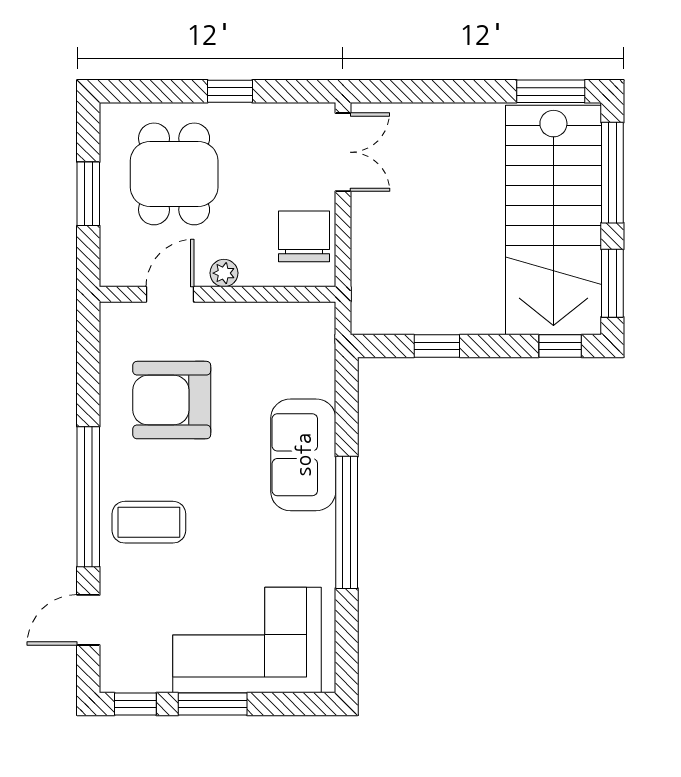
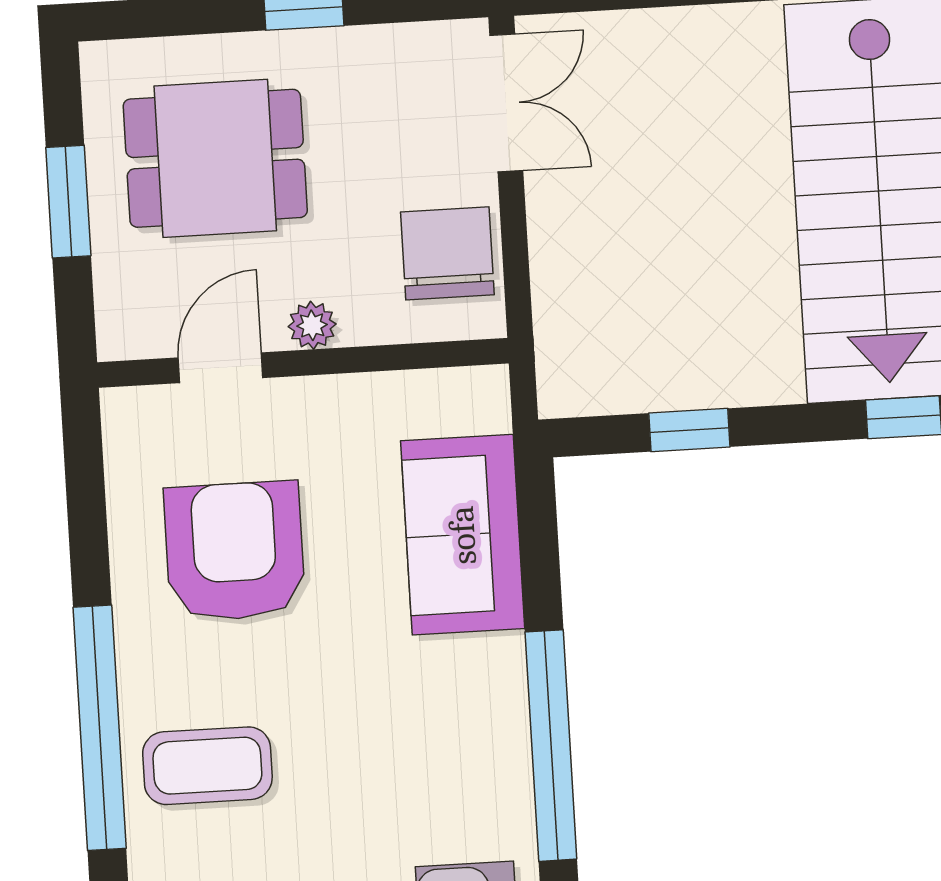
dining table: (174, 174) -> (215, 158), turned 90
armchair: (172, 400) -> (234, 551), turned 90
sofa: (303, 455) -> (463, 535), moved

